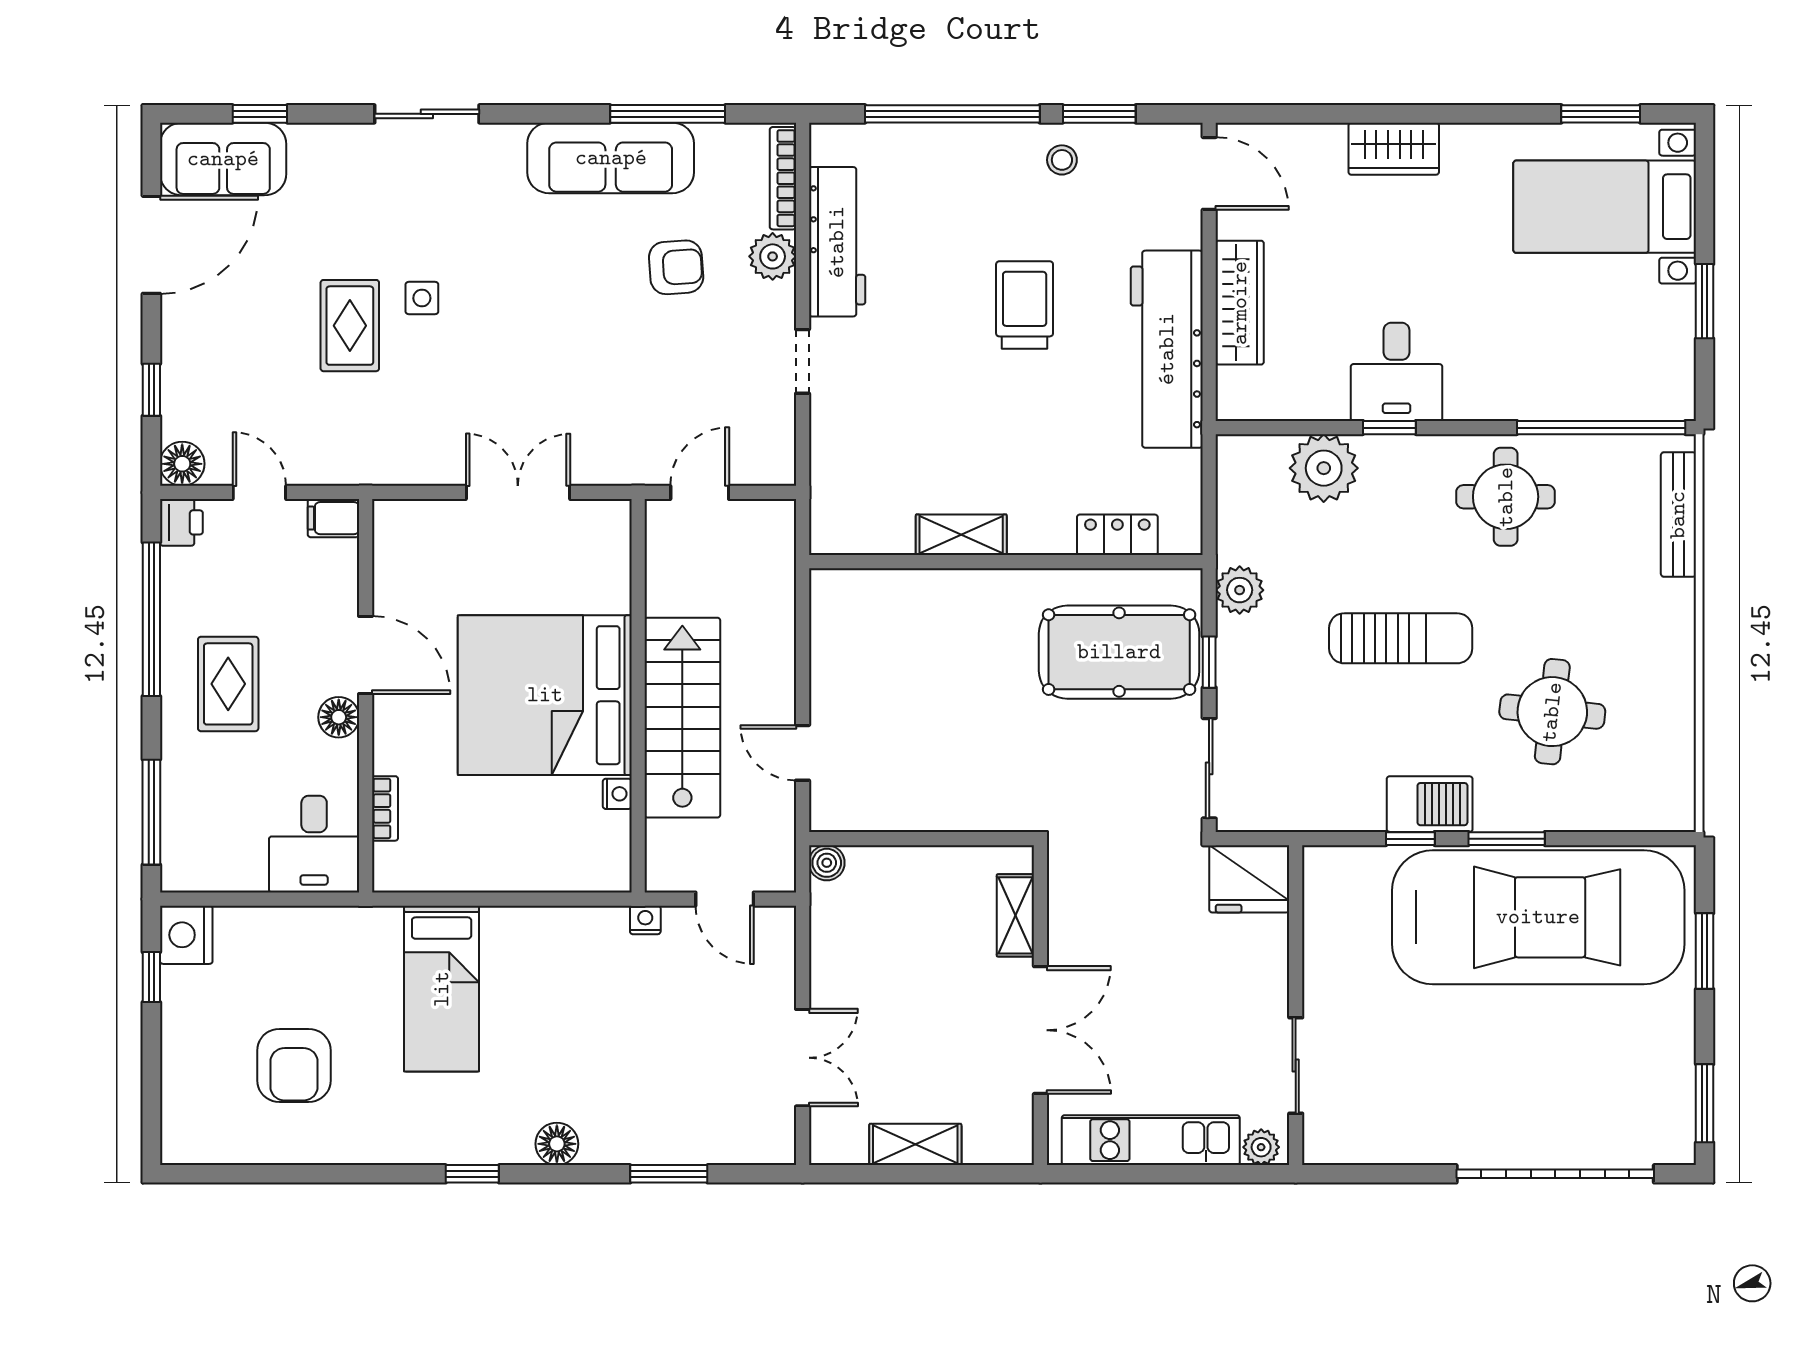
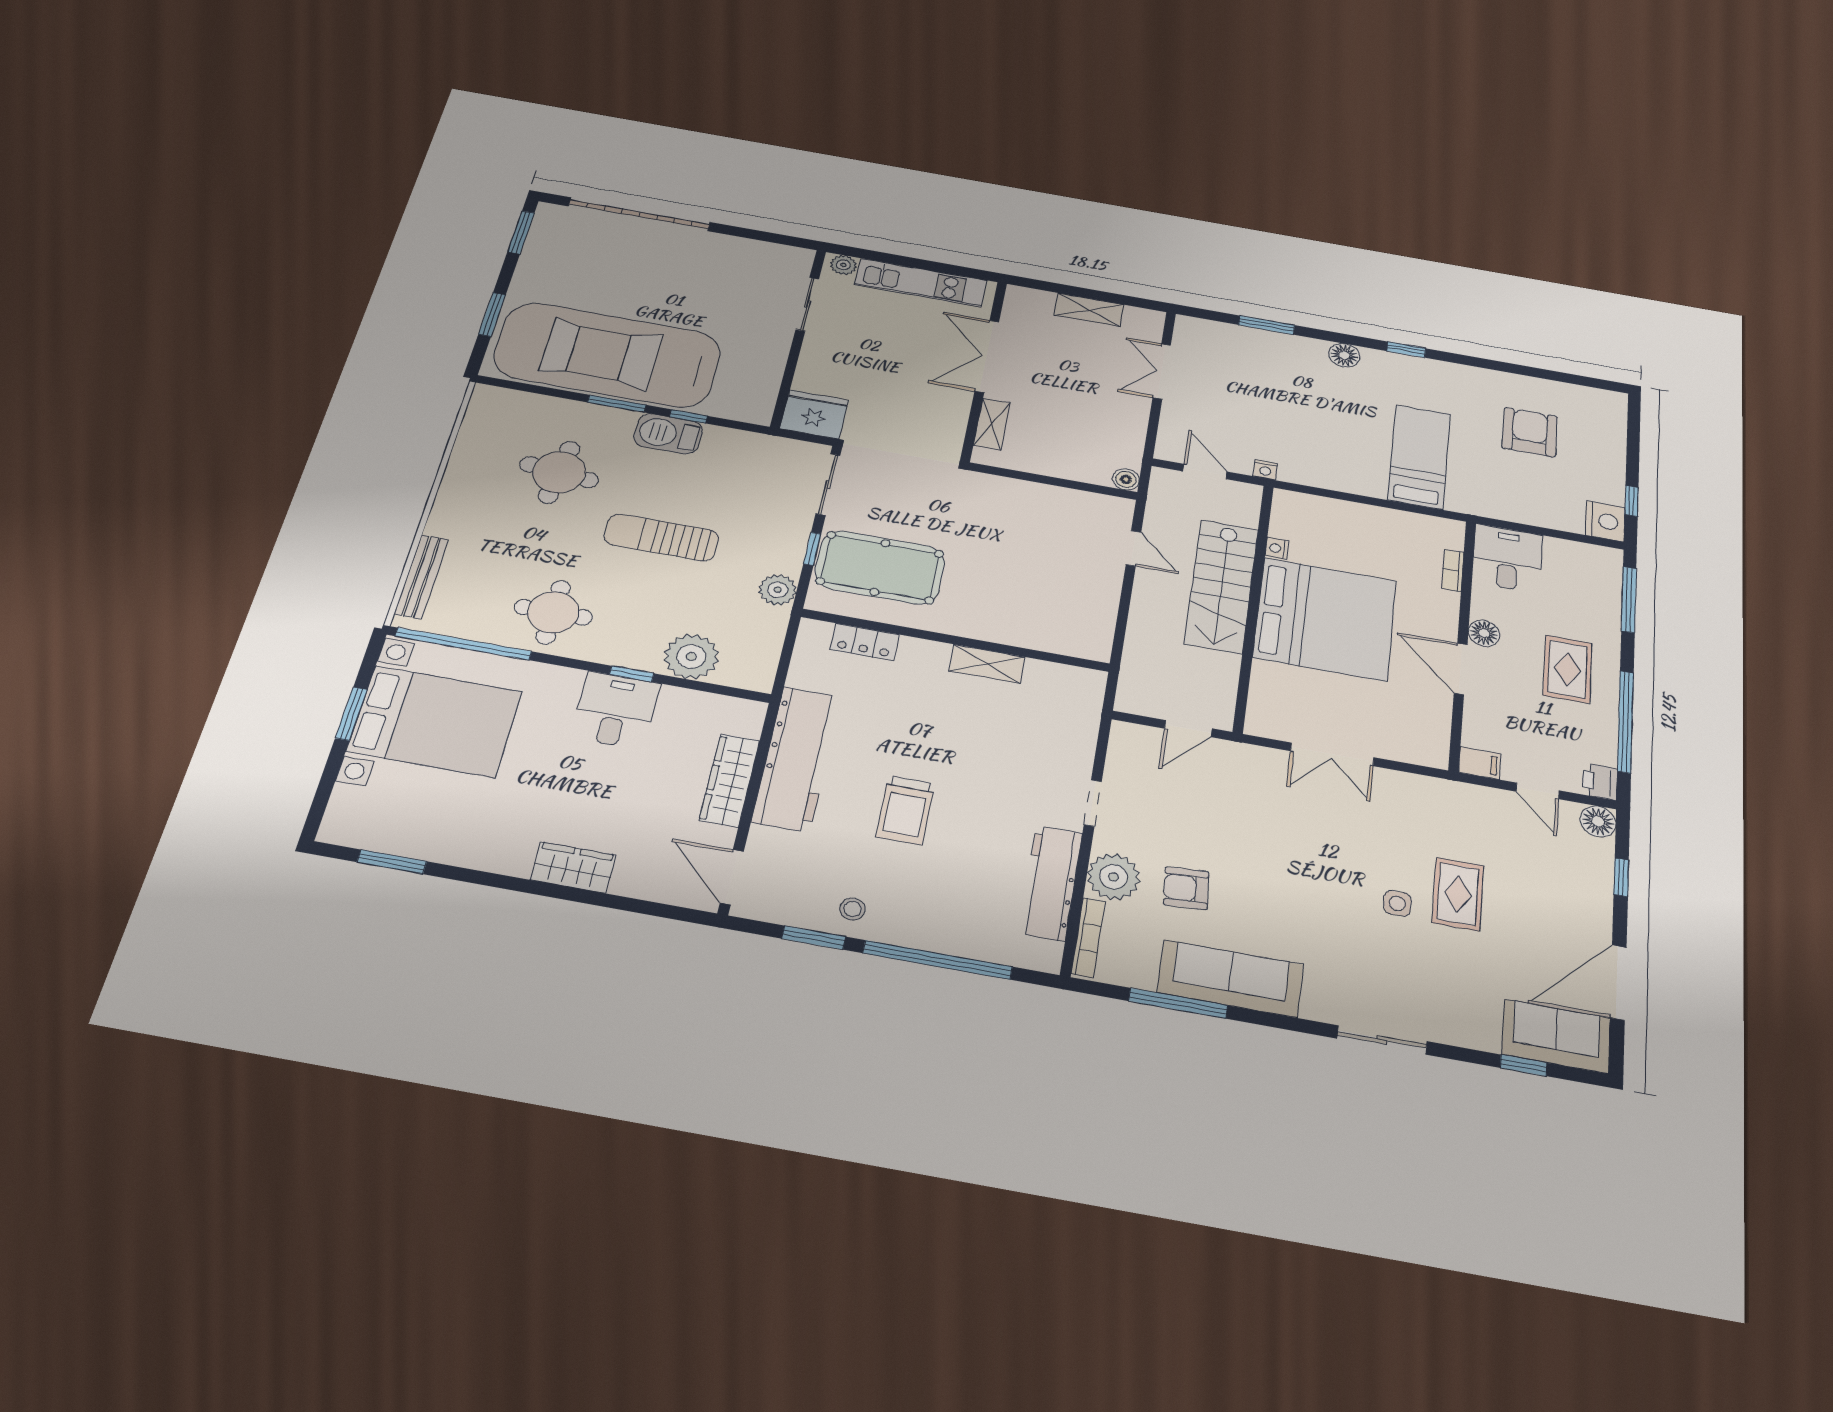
bed with nightstands: (1605, 207) -> (435, 721), moved, width x1.36
plant: (773, 256) -> (1114, 877), width x1.36, depth x1.36

